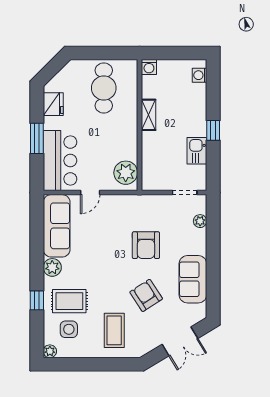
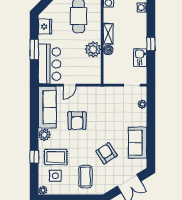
boiler: (149, 139) -> (108, 50), added
plant: (126, 173) -> (93, 49), moved
armchair: (146, 245) -> (77, 121), moved

